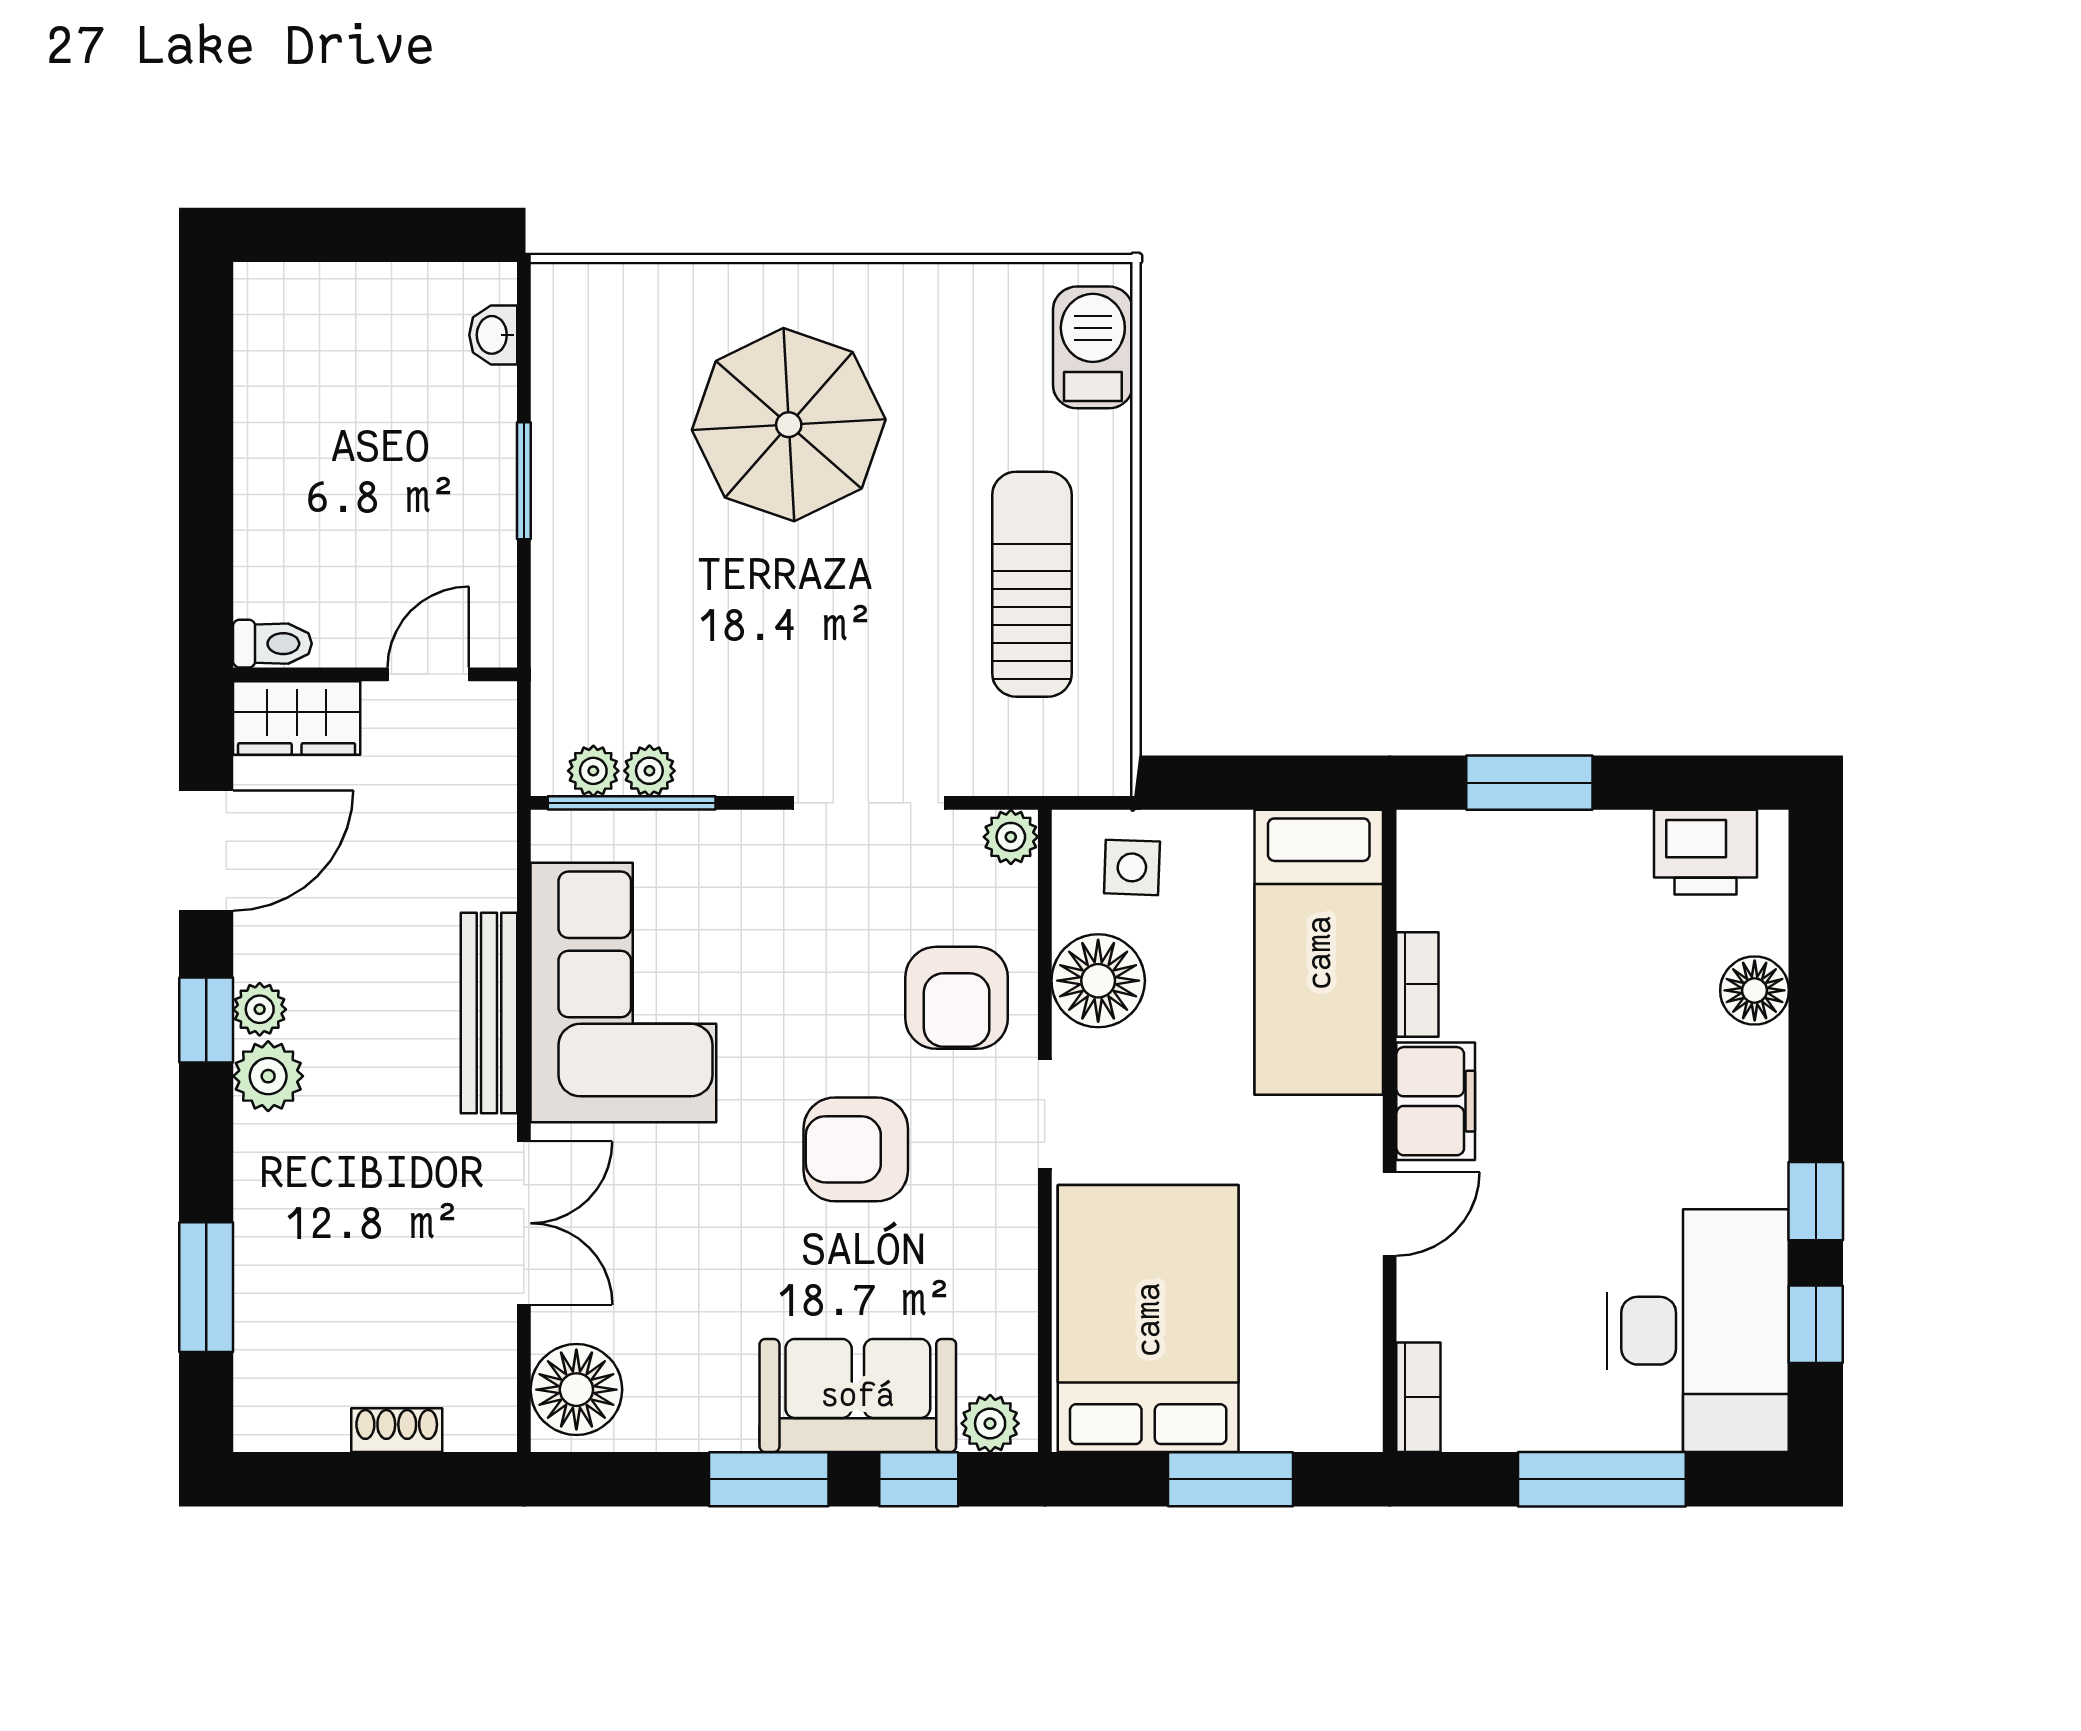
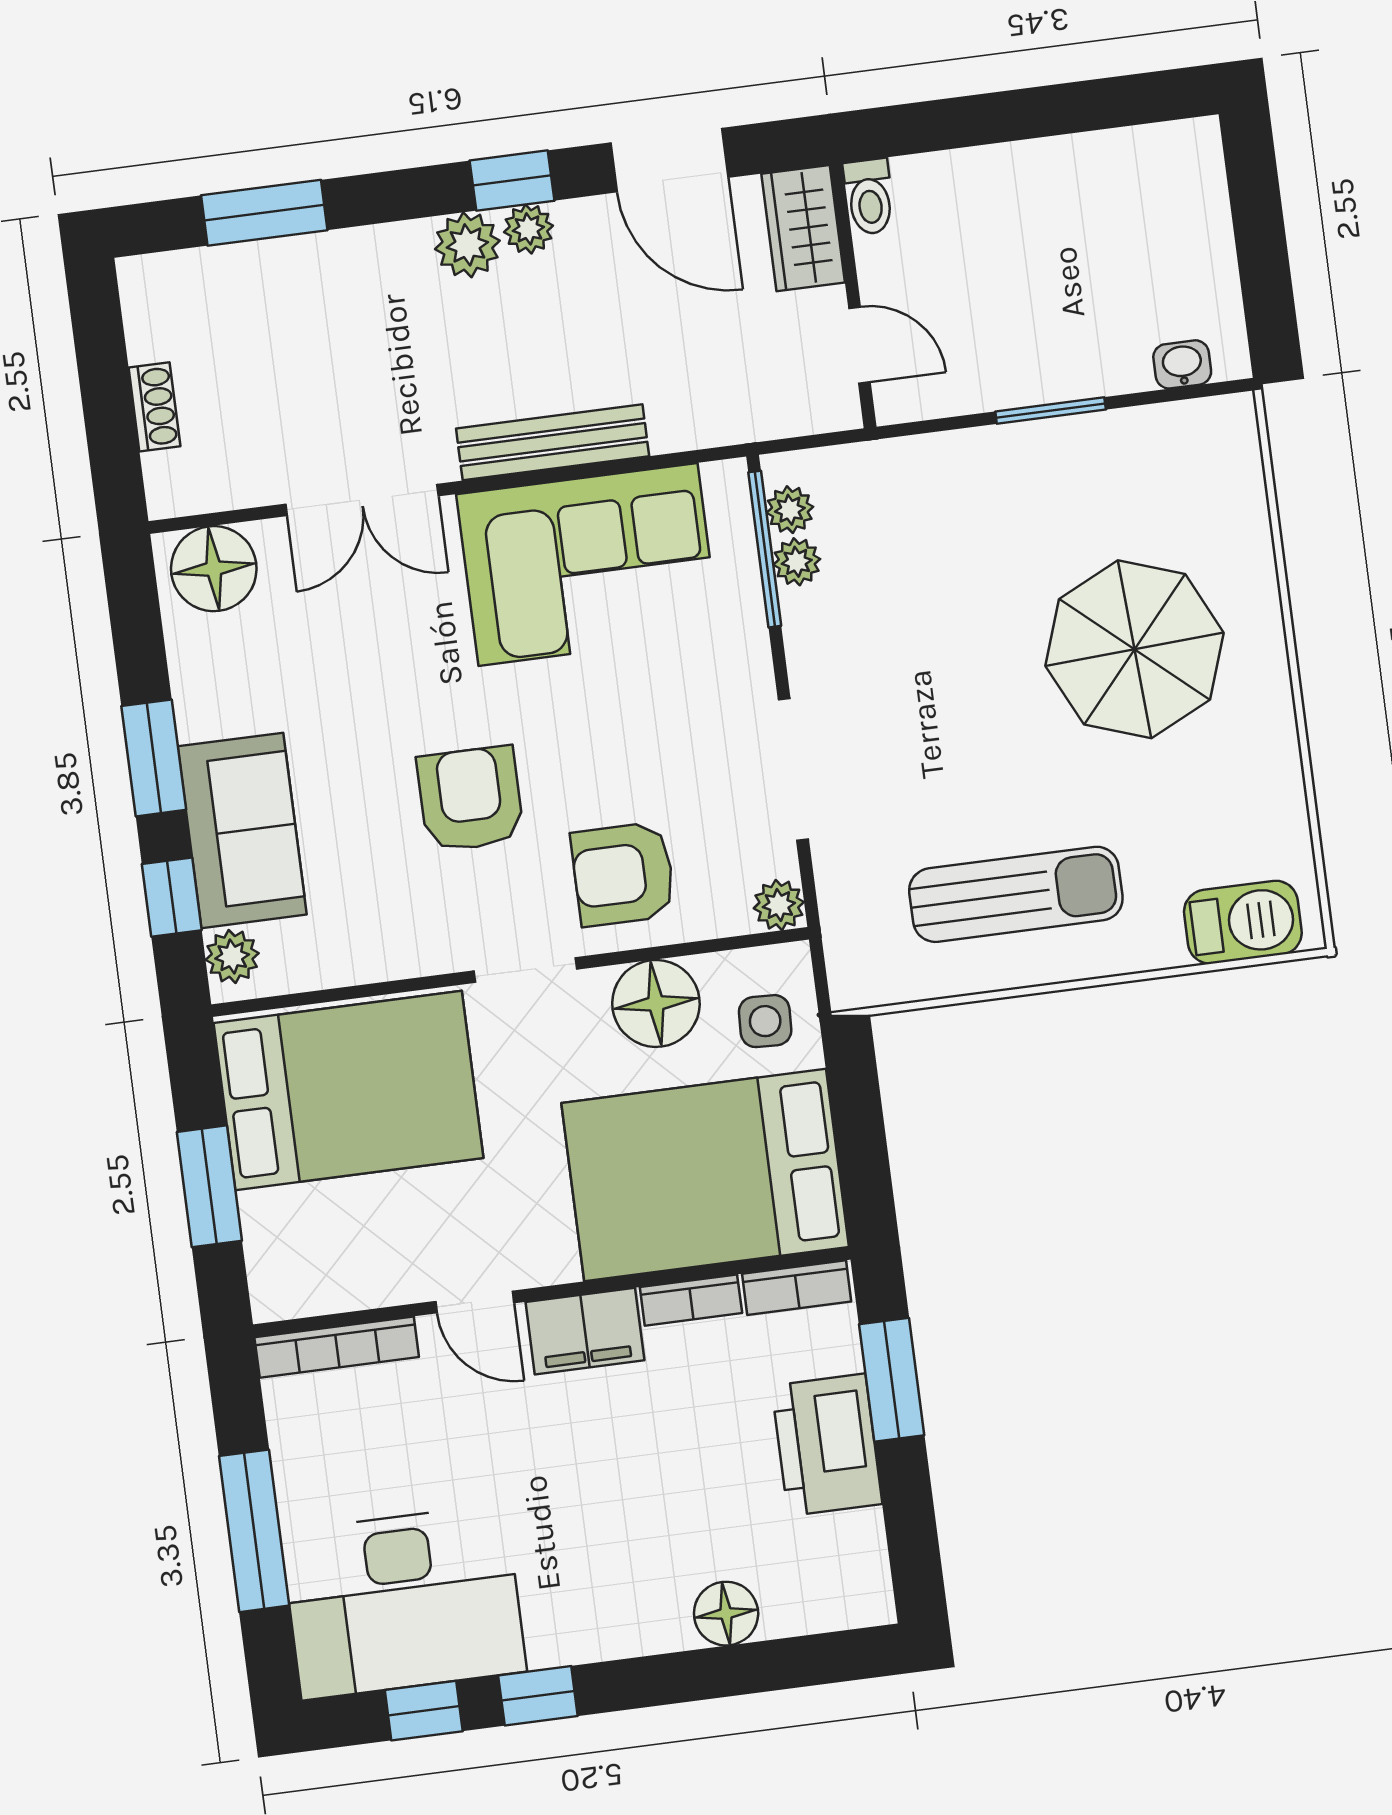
printer: (1705, 852) -> (827, 1445), moved, width x1.37, depth x1.19
bookcase: (1419, 871) -> (797, 1288), added
bed: (1319, 952) -> (705, 1175), width x1.50
bookcase: (1418, 1397) -> (337, 1347), width x1.56

